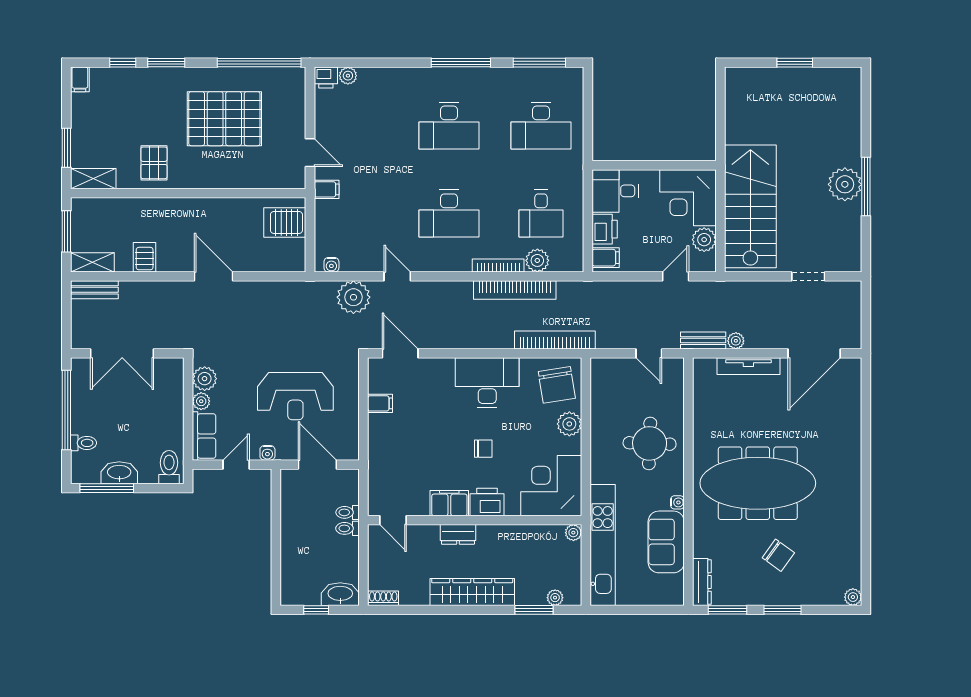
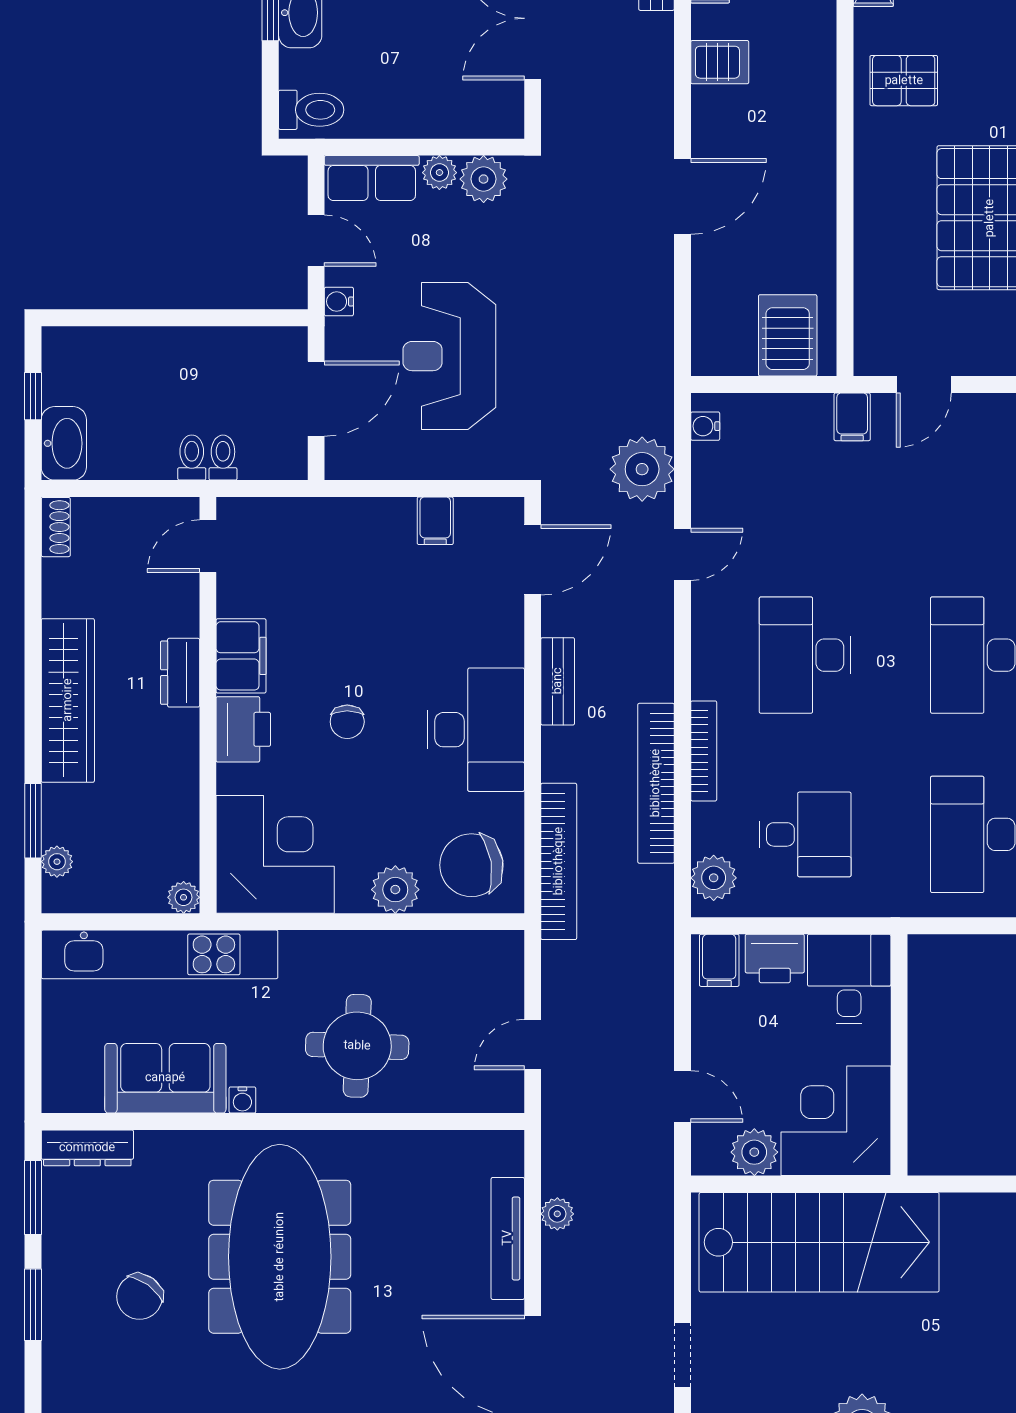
desk: (541, 214) -> (805, 834), turned 180
plant: (537, 260) -> (714, 878), moved
bench: (703, 341) -> (558, 681), moved

